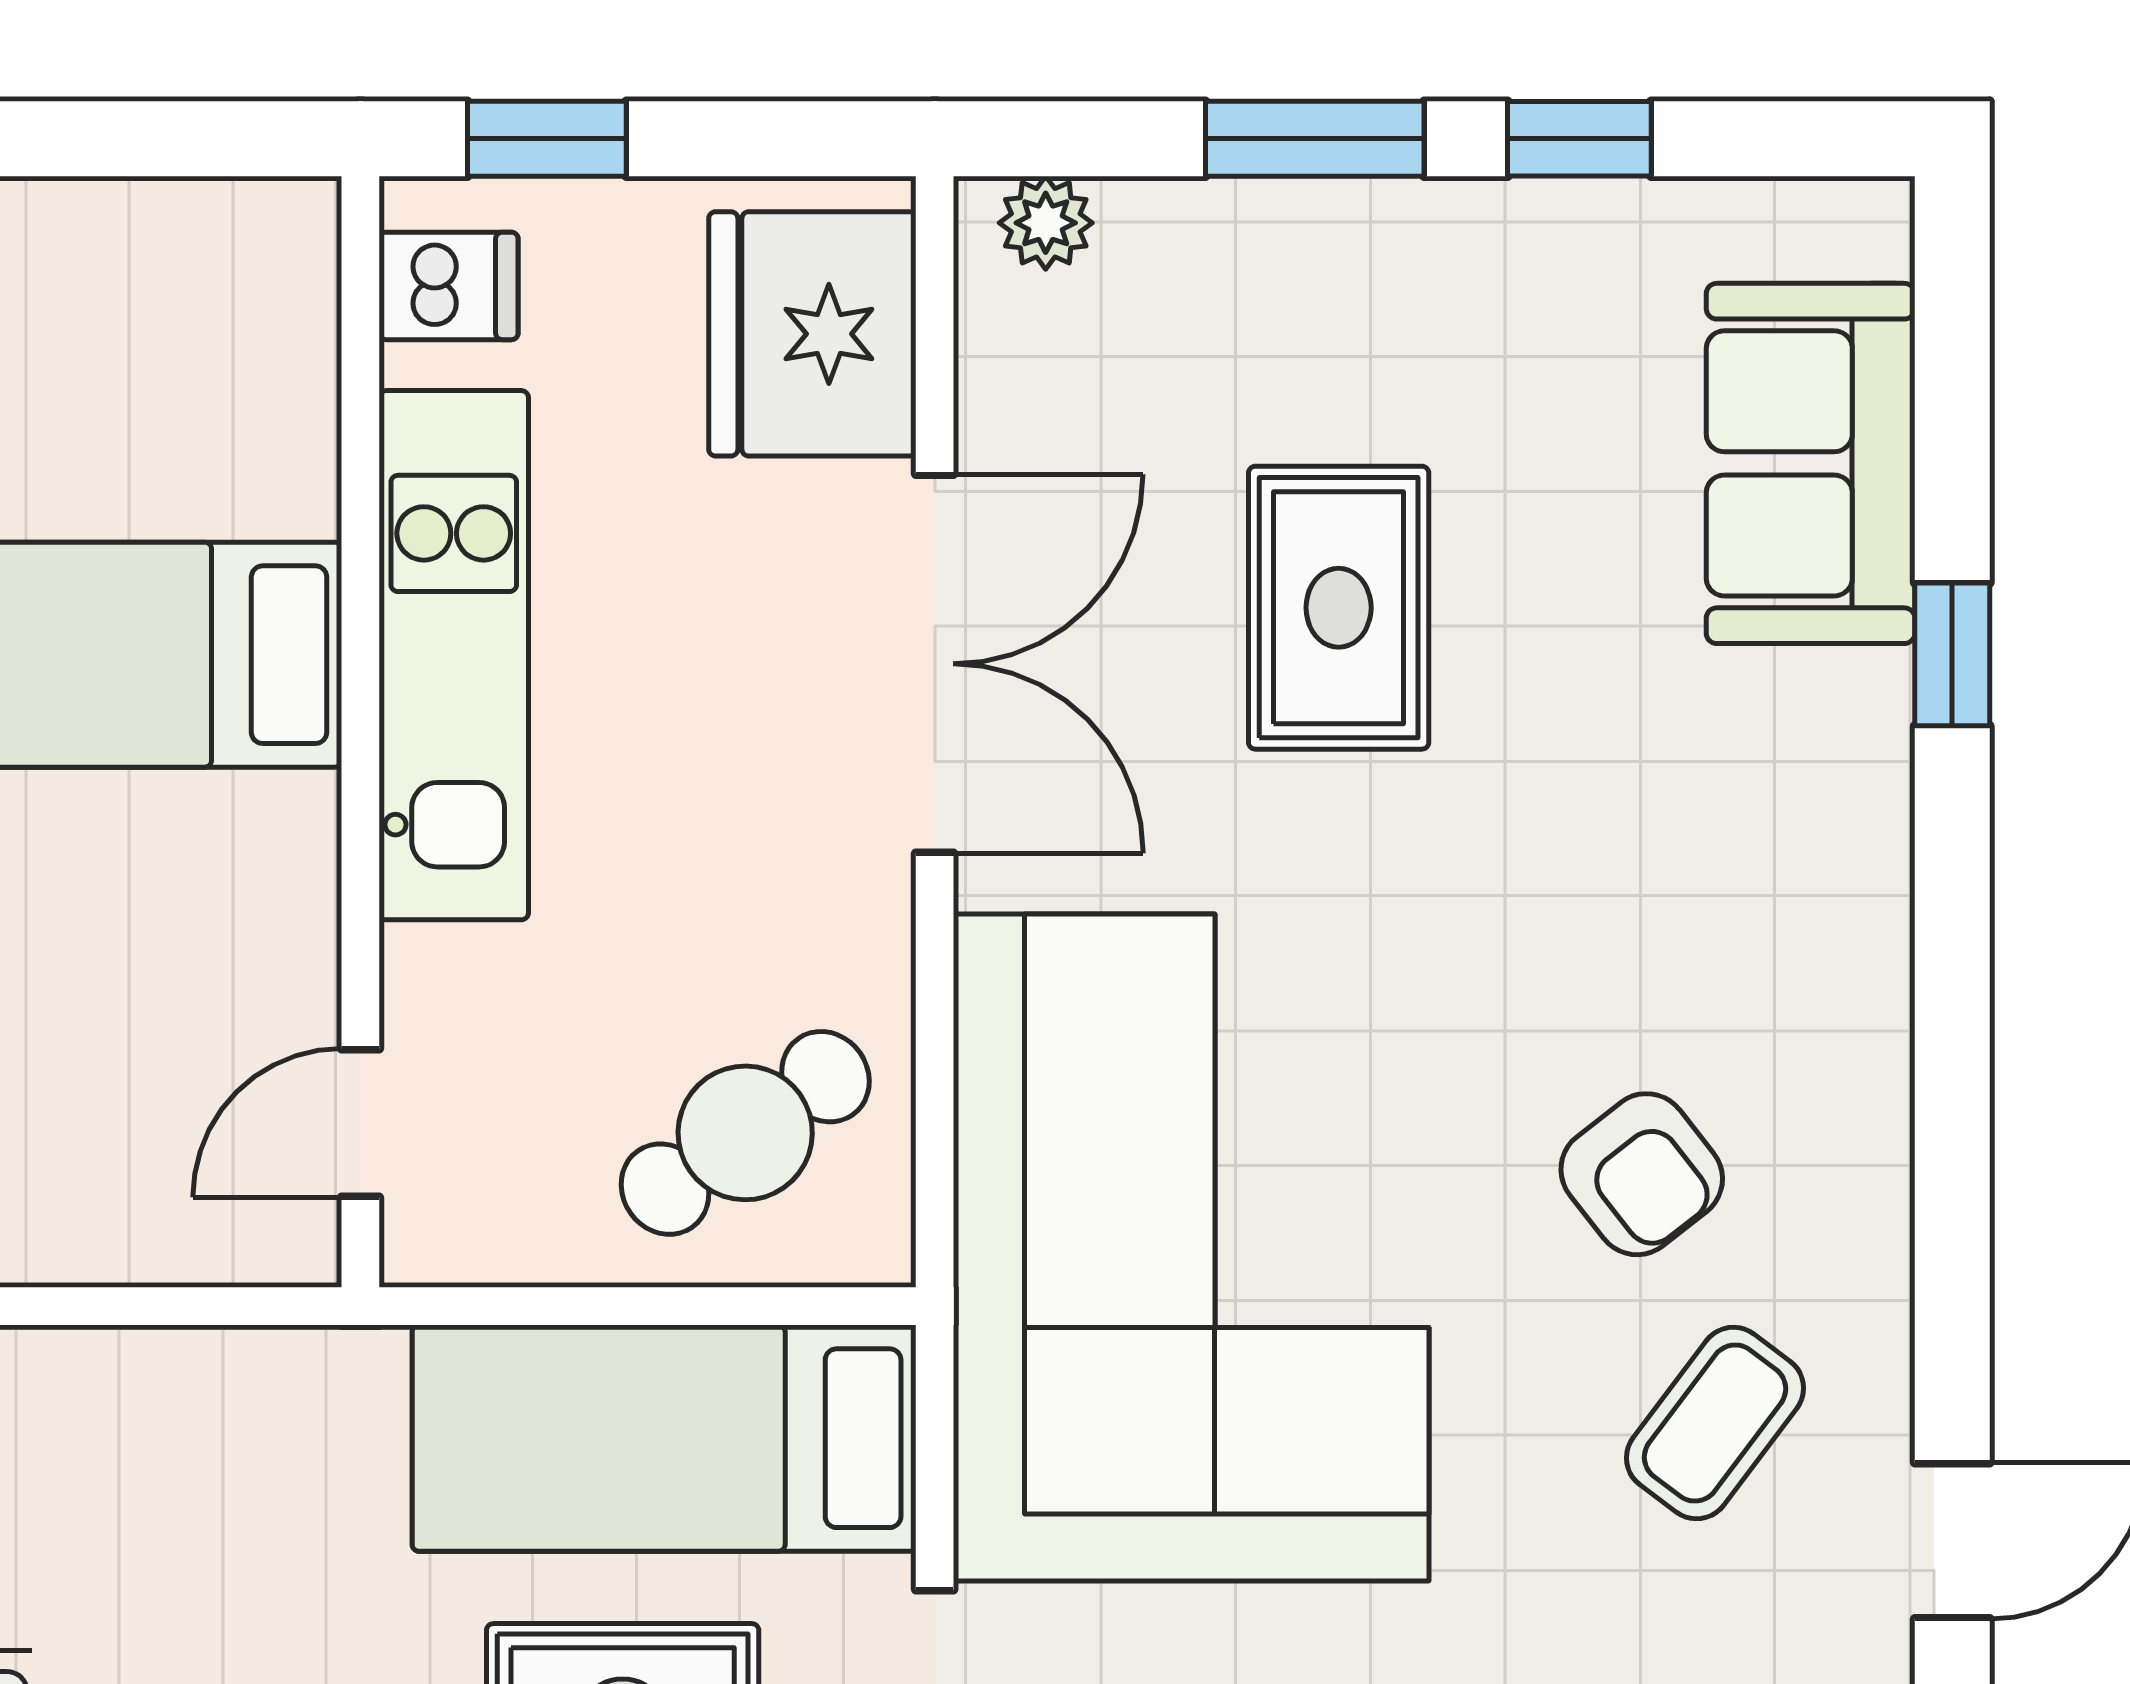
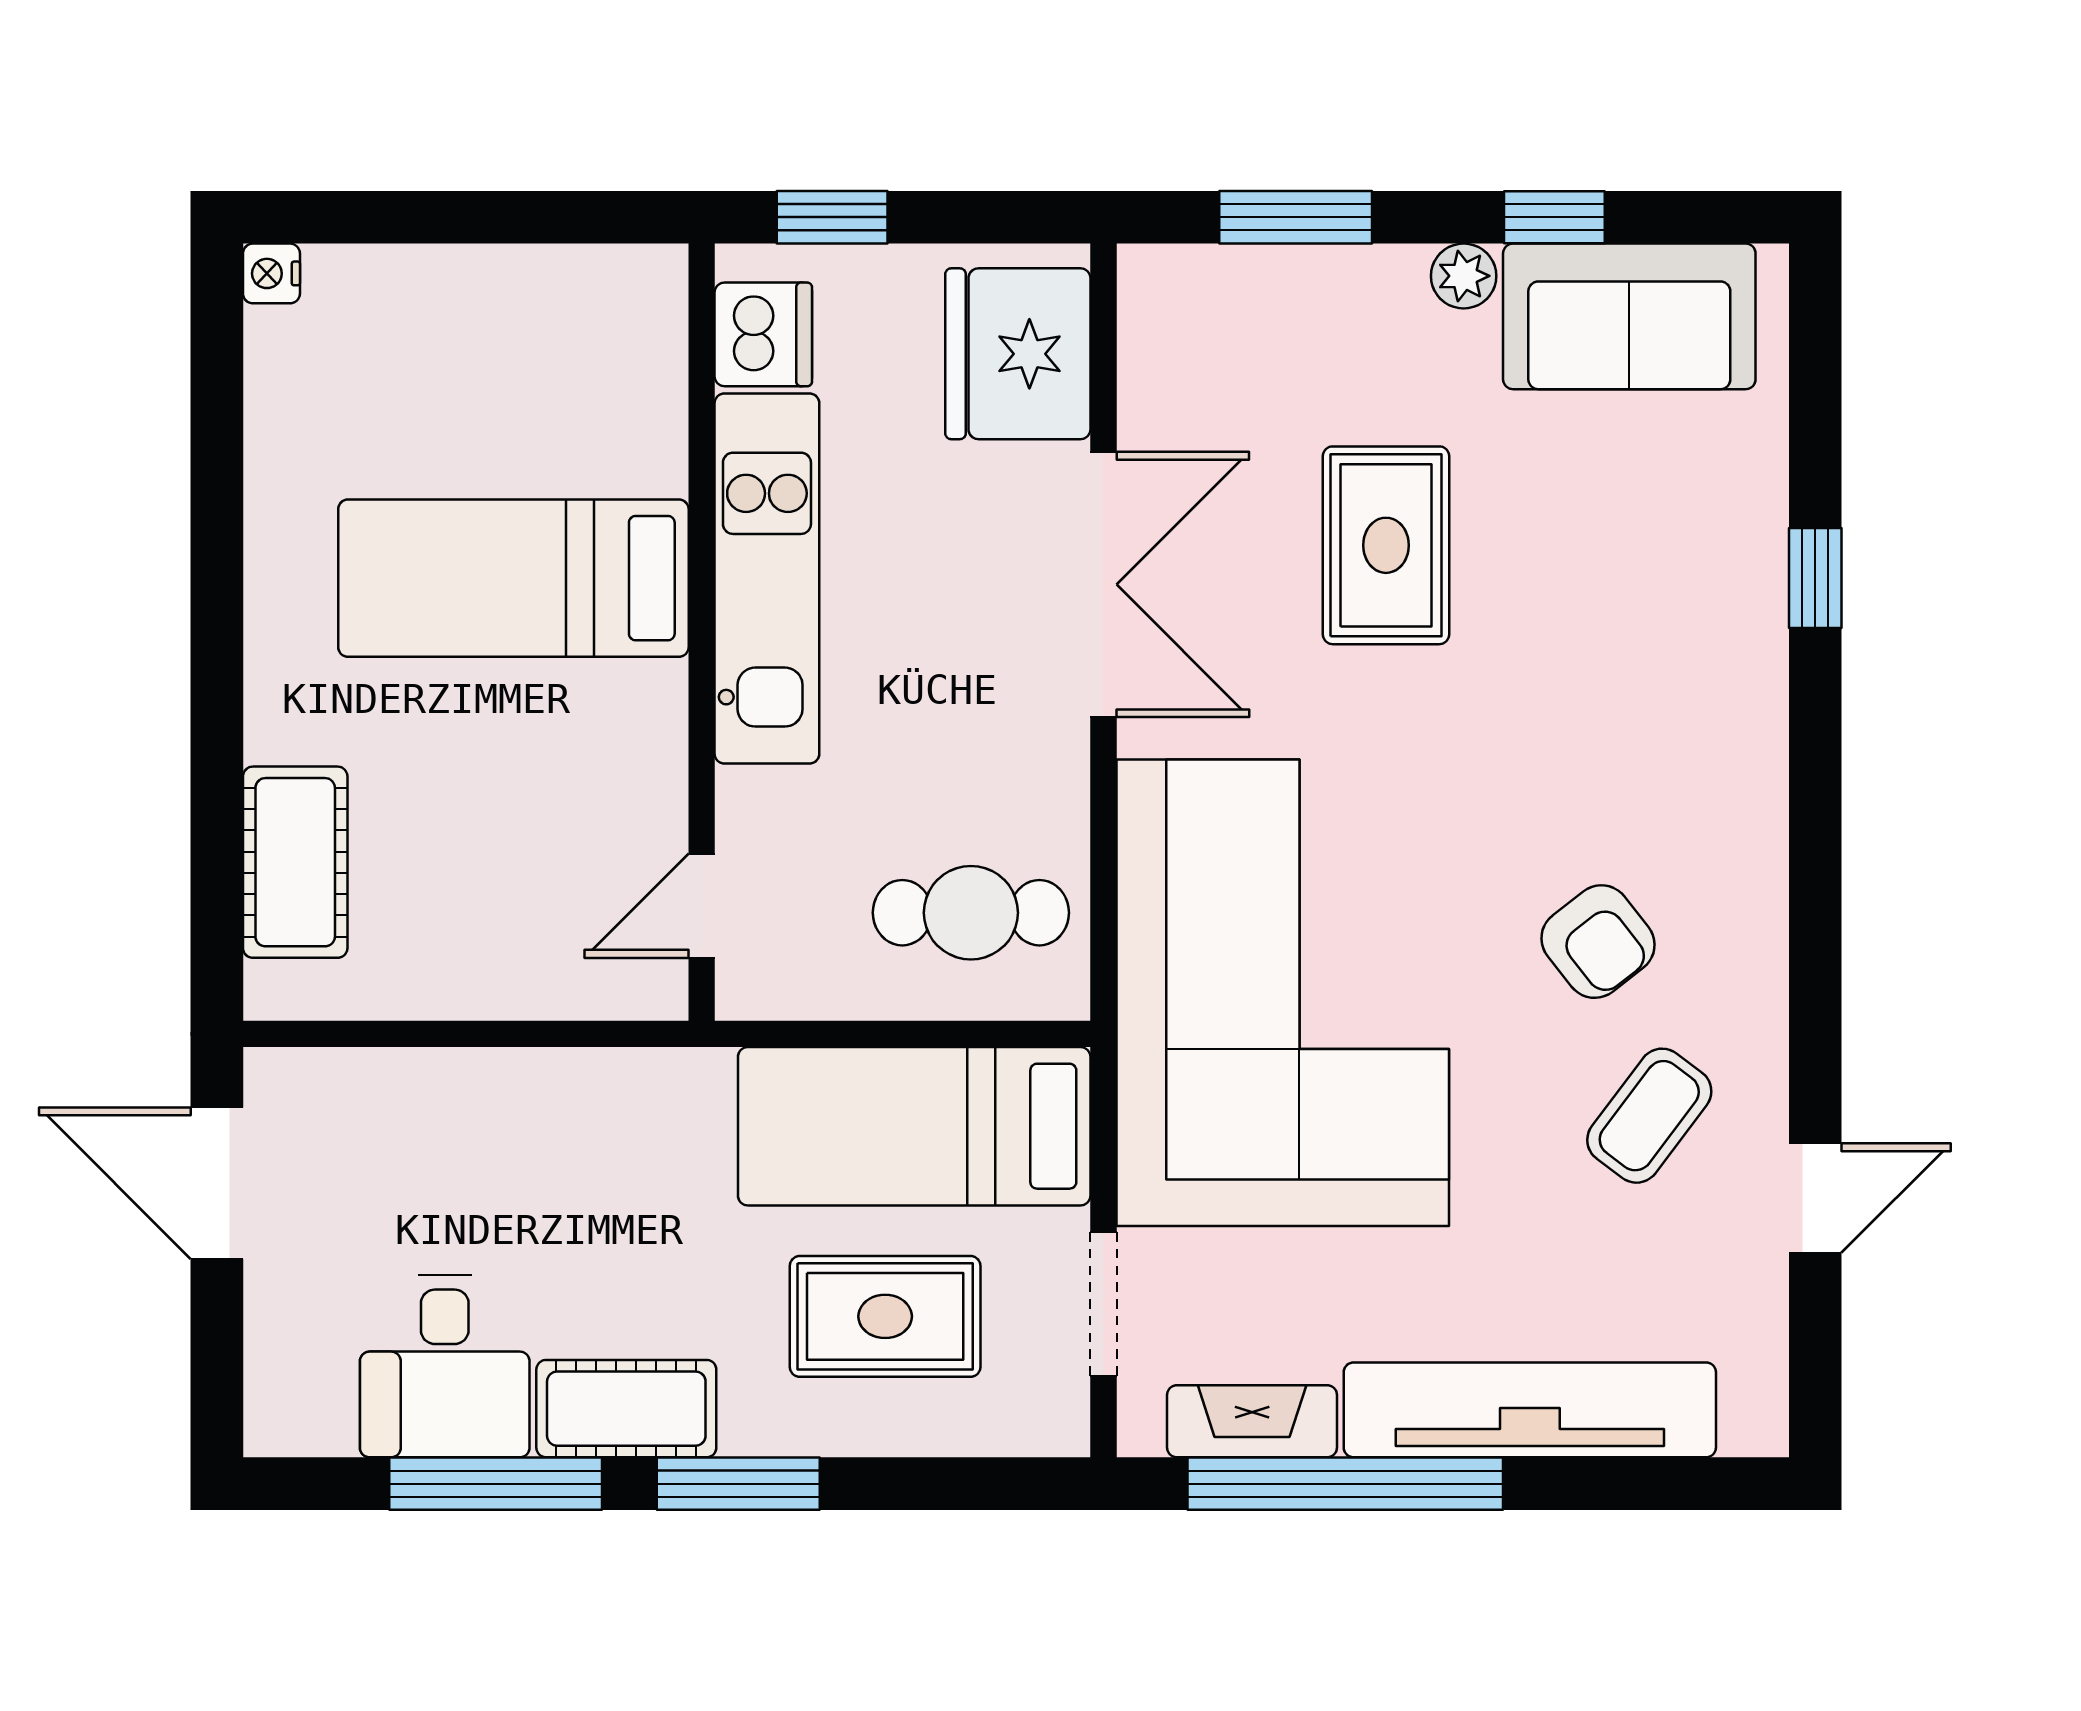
window: (1315, 139) -> (1296, 217), moved
plant: (1046, 223) -> (1464, 276), moved
dishwasher: (448, 286) -> (763, 334), width x1.38
sofa: (1811, 463) -> (1629, 316), moved, turned -90
cafe table: (745, 1133) -> (971, 913), turned 35

